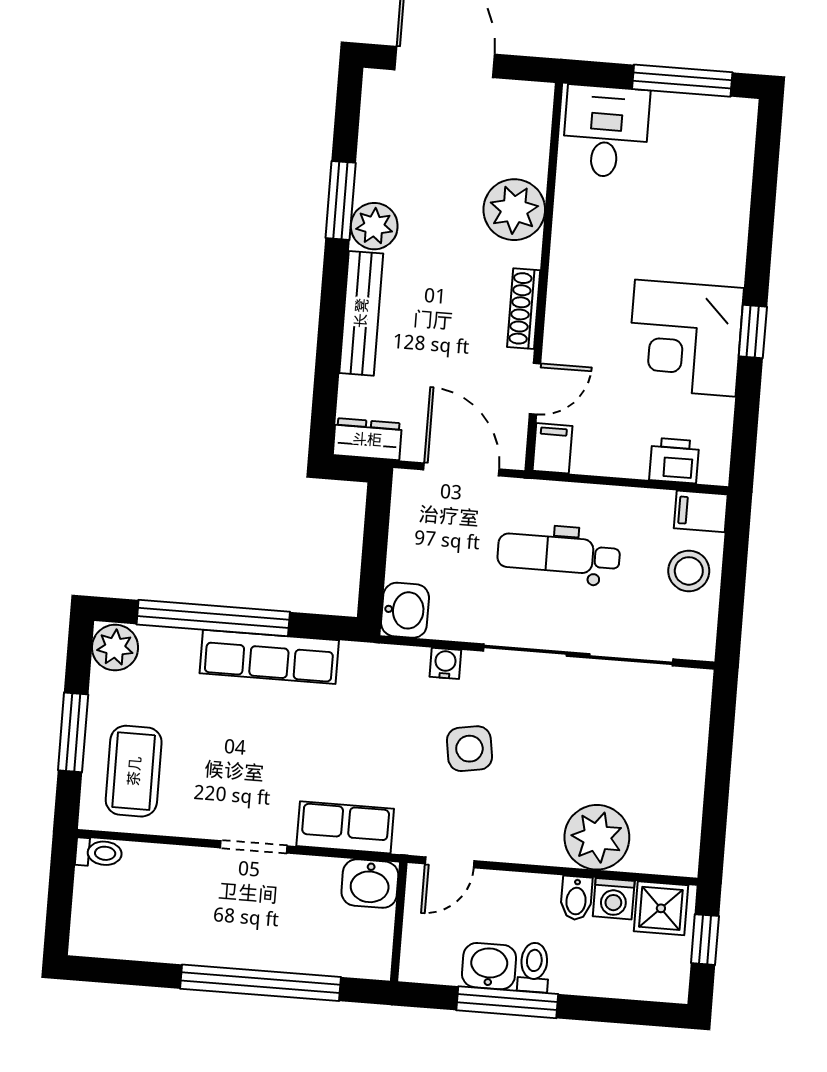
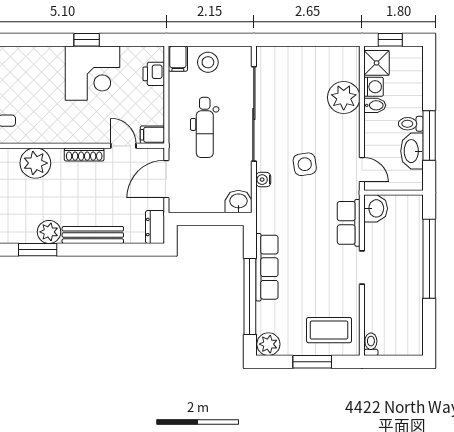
washbasin: (489, 966) -> (412, 151), width x1.38

